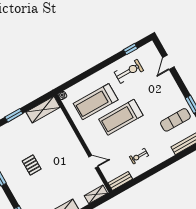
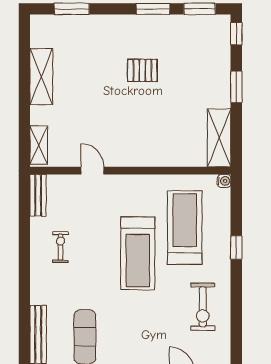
window: (130, 49) -> (236, 248), moved
treadmill: (121, 117) -> (138, 253), turned 180
door: (93, 162) -> (92, 171), swing flipped

